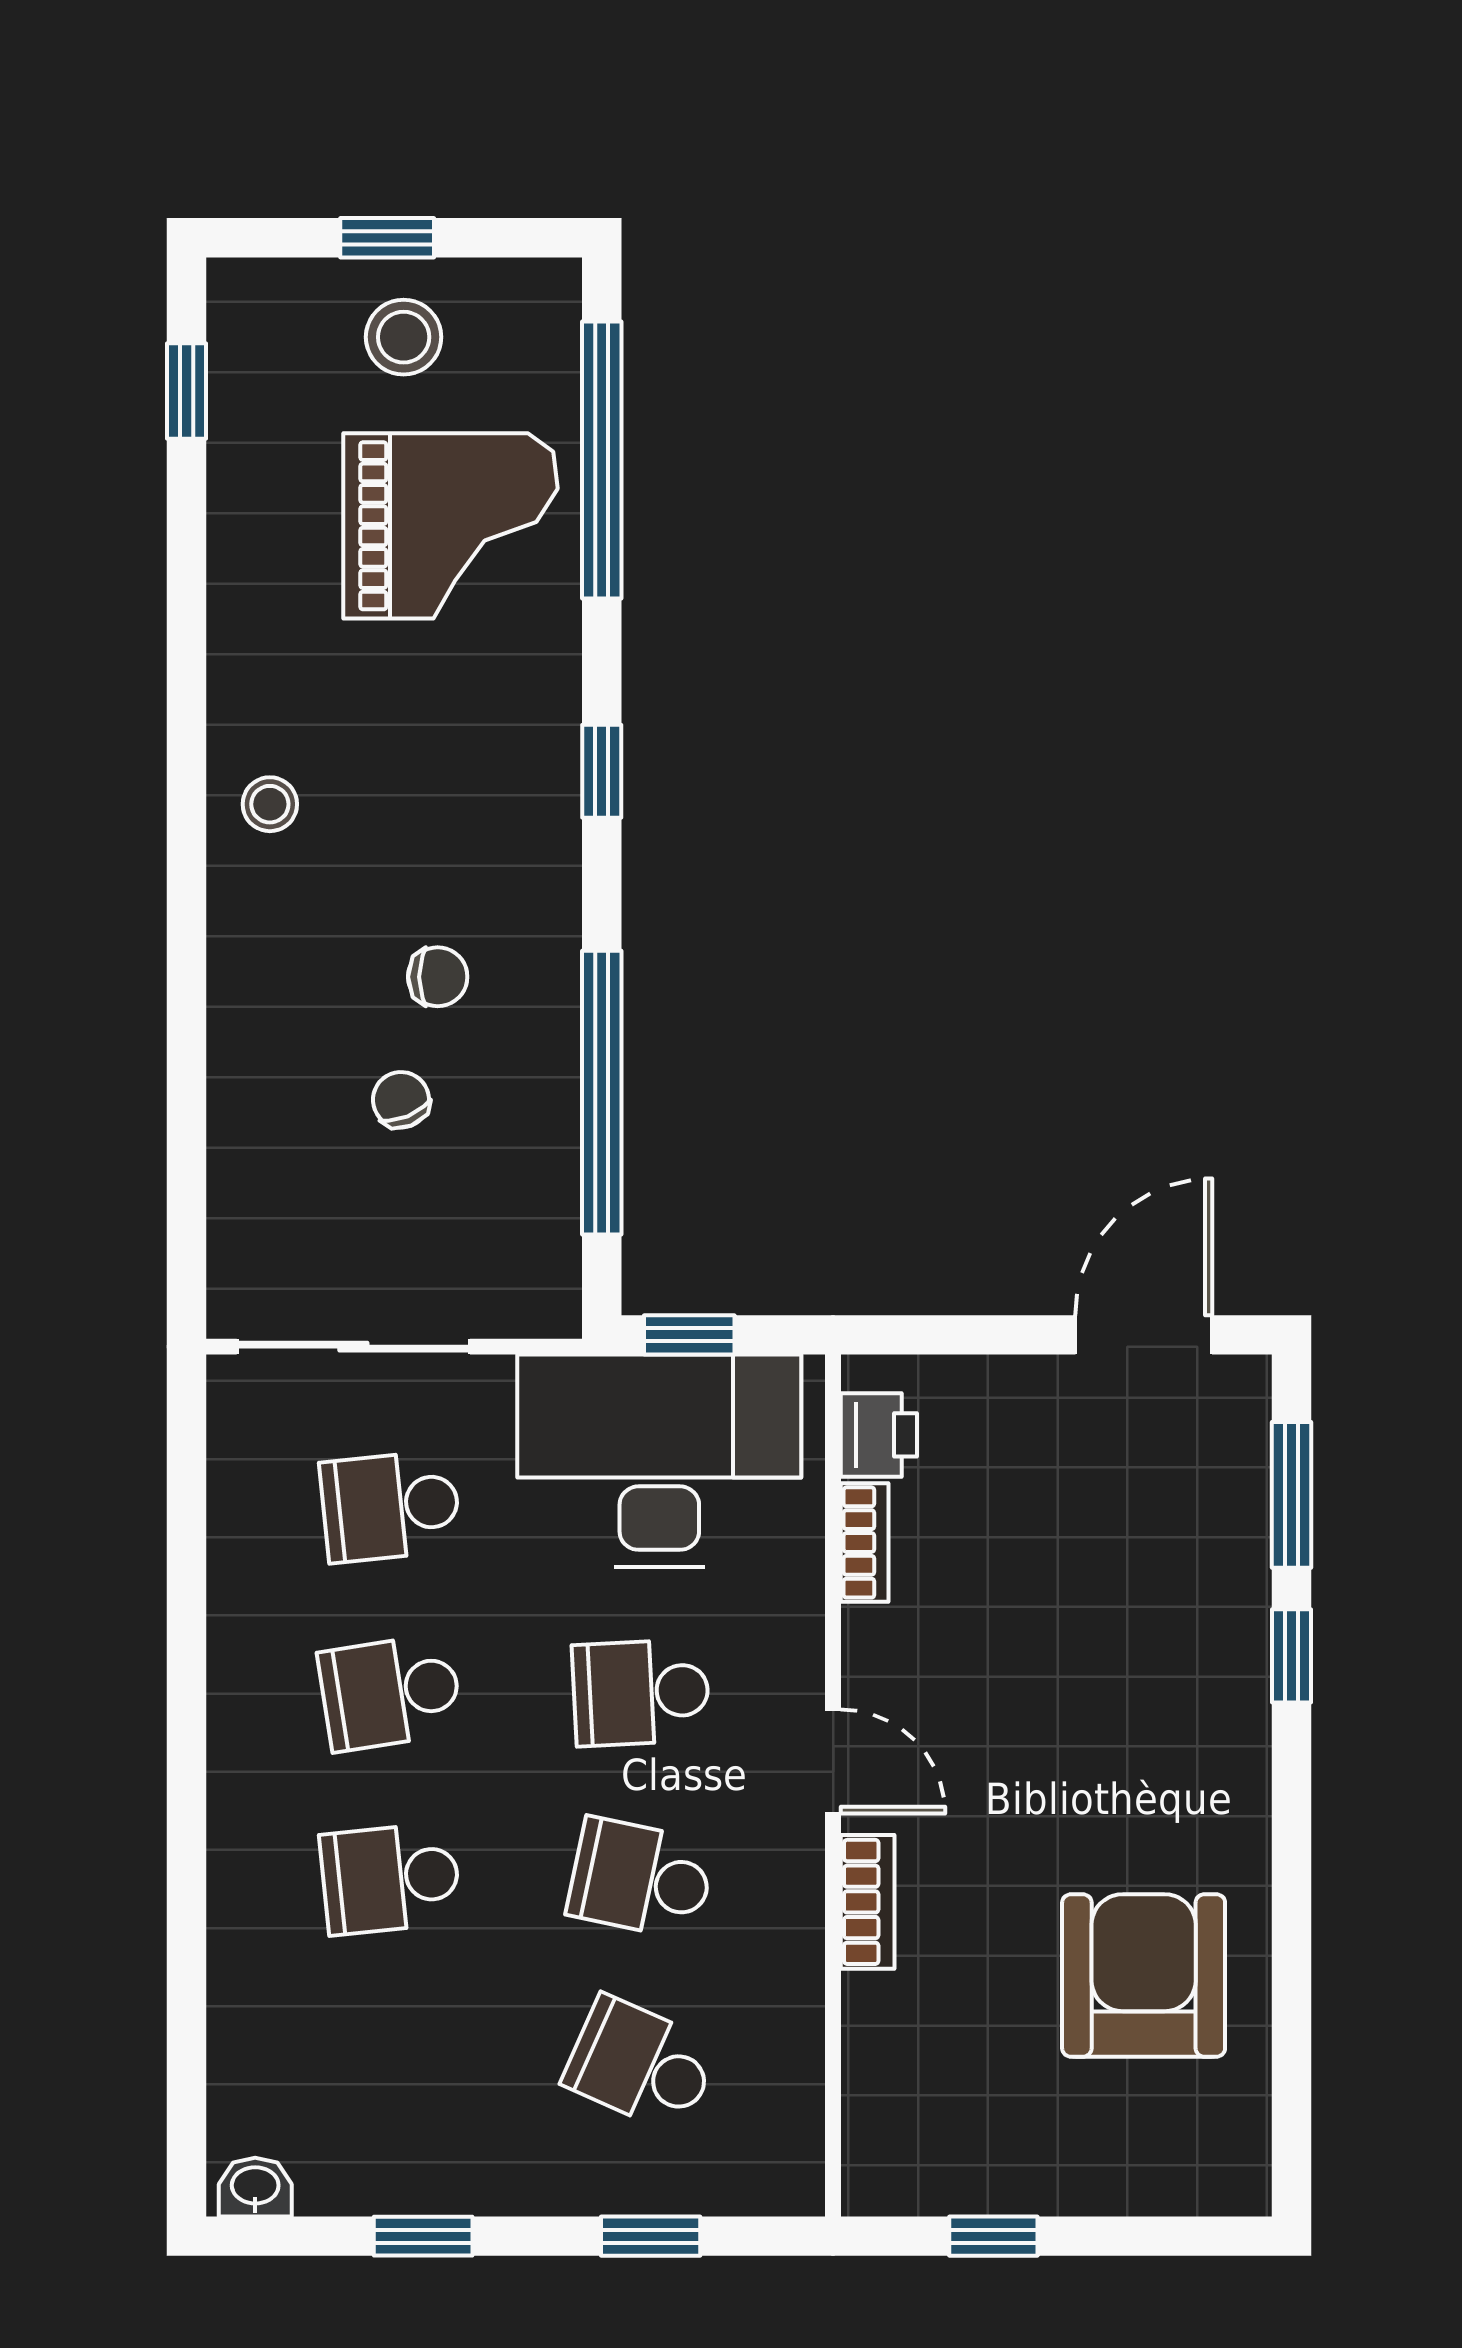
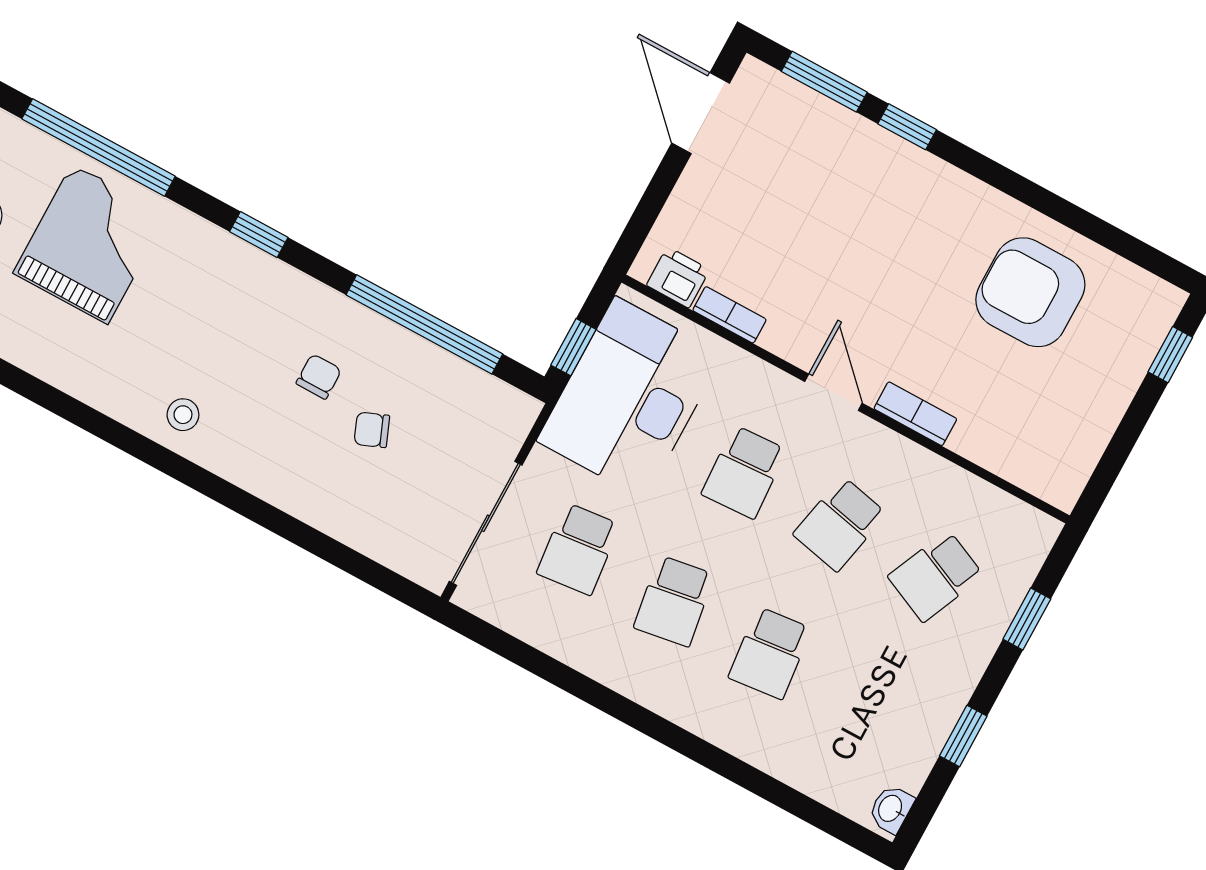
door: (833, 1762) -> (833, 392), hinge flipped
window: (993, 2236) -> (1170, 355), moved

